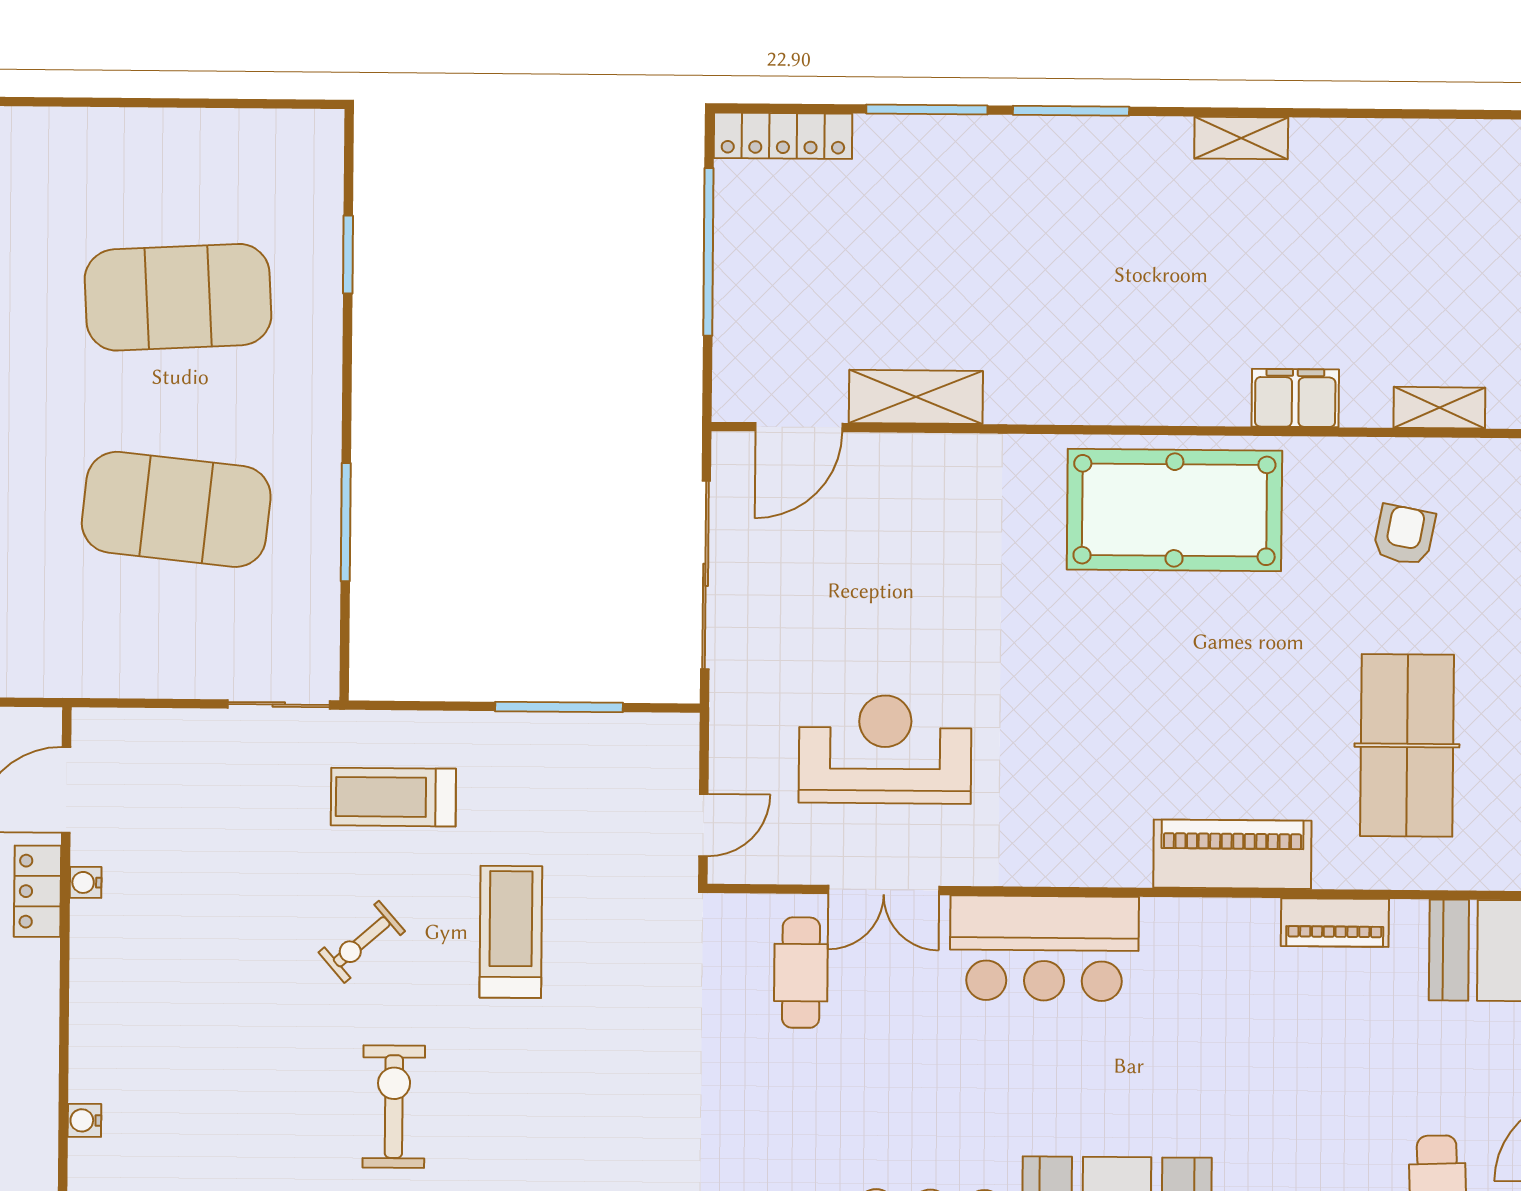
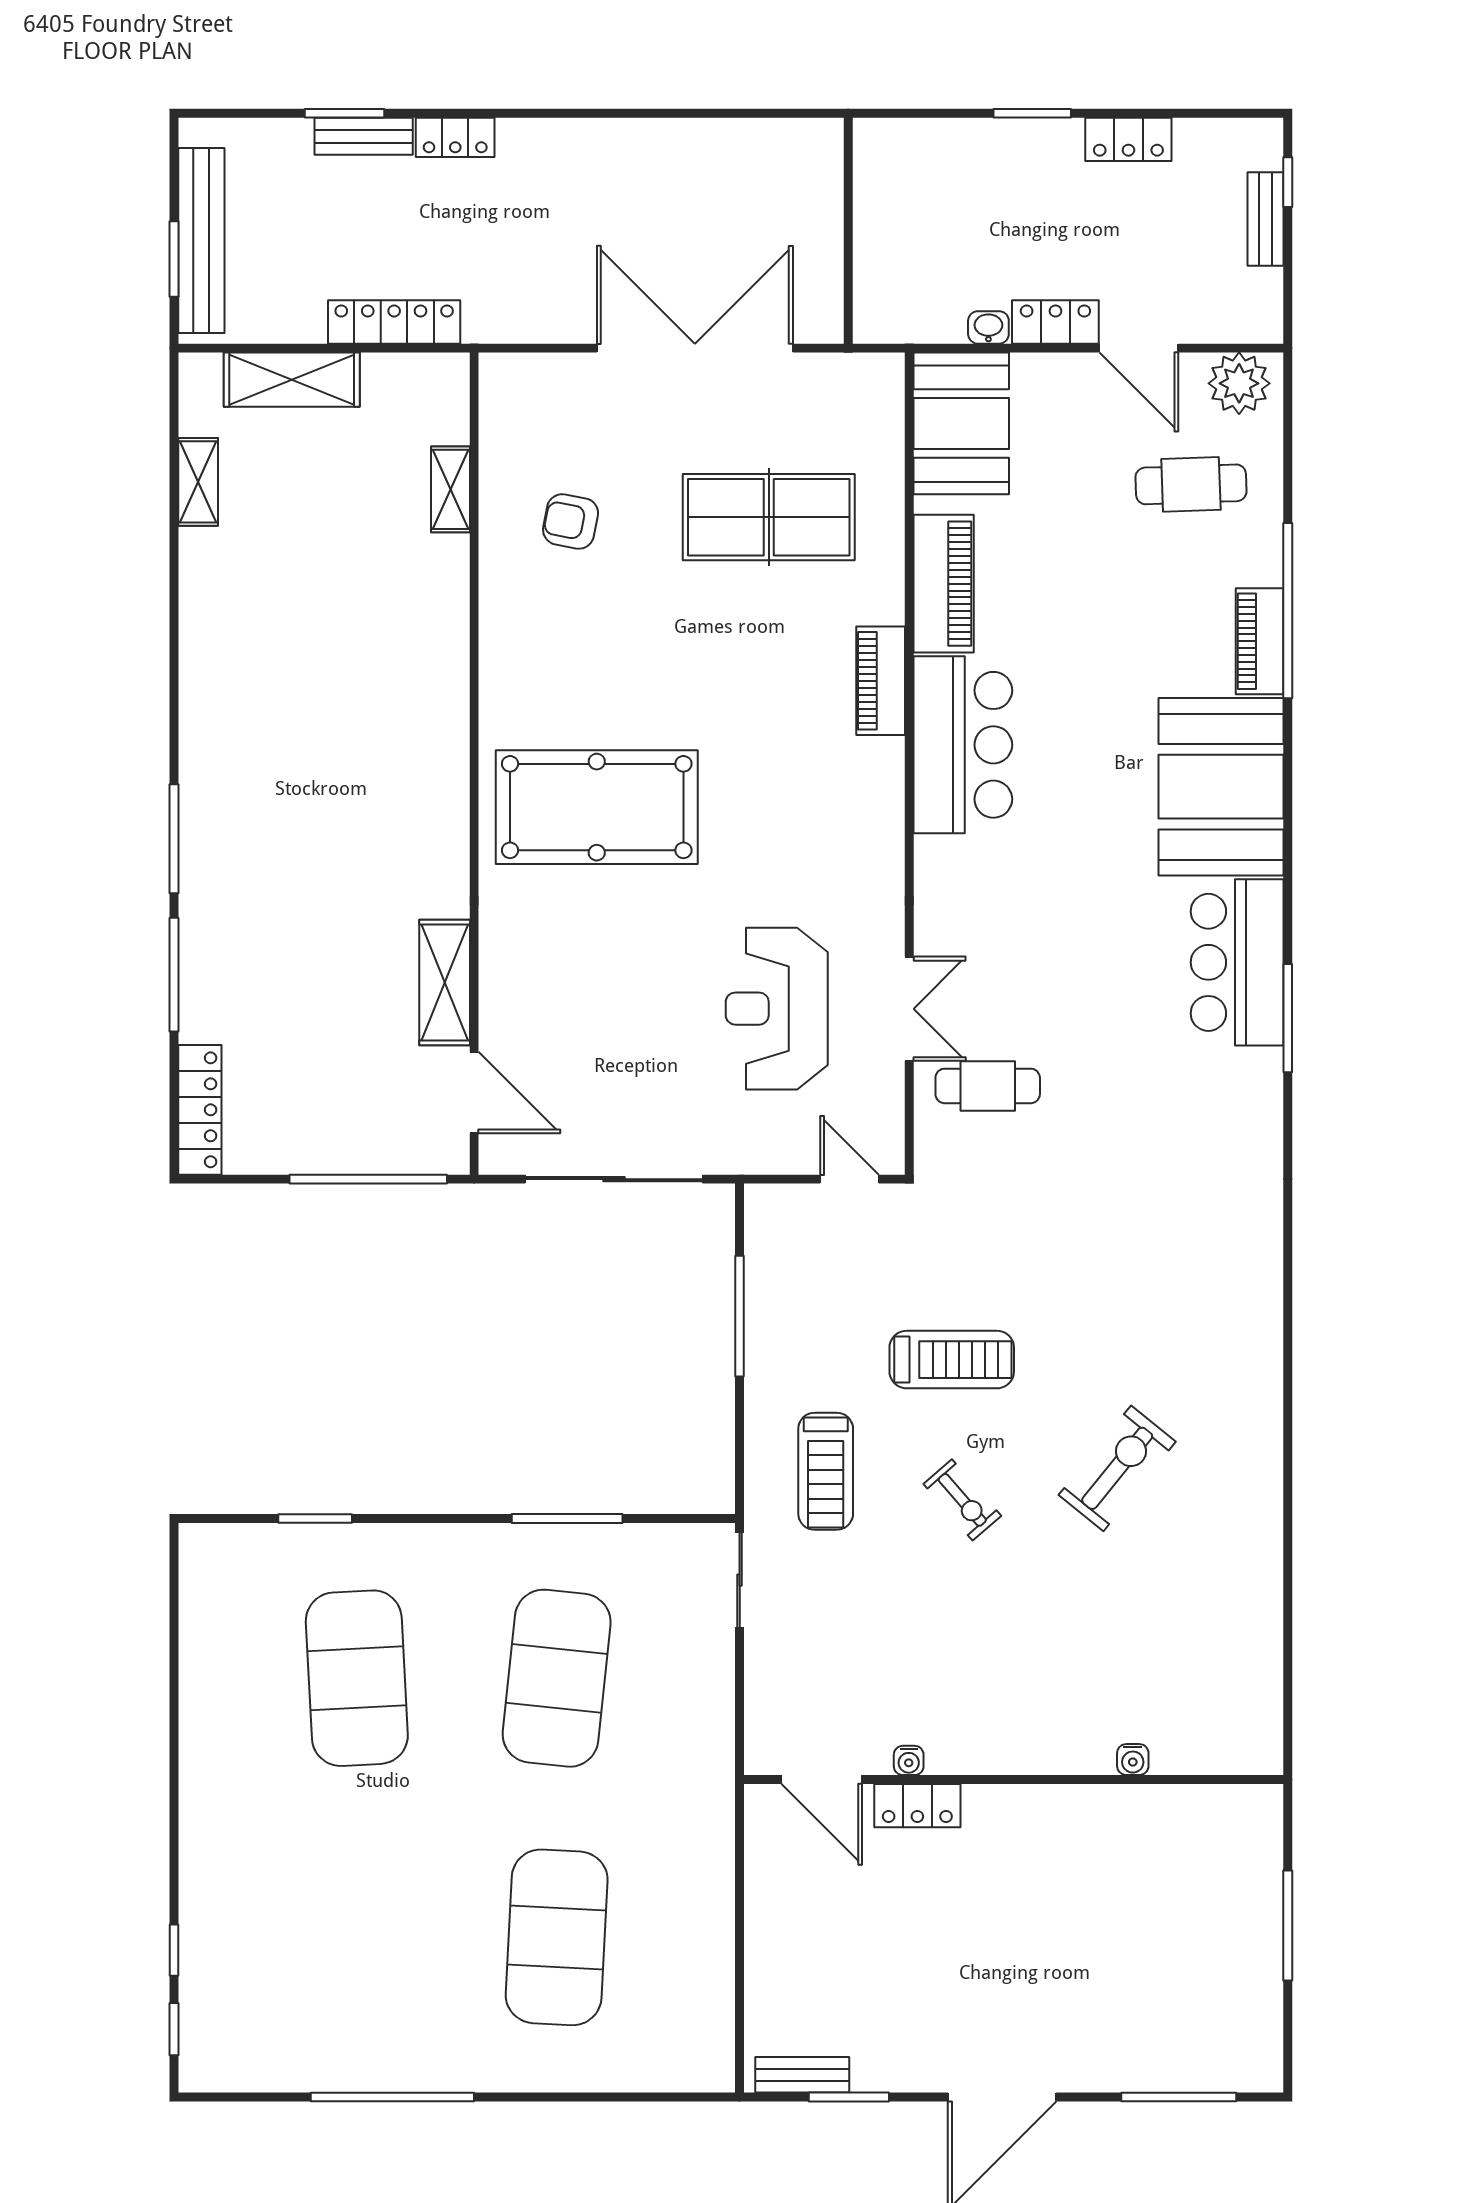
shelving: (1241, 138) -> (198, 482), moved
window: (708, 252) -> (368, 1179), moved
filing cabinet: (1295, 398) -> (443, 625), removed
pool table: (1174, 510) -> (597, 807), moved, turned 90
piano: (1232, 854) -> (881, 681), width x0.73, depth x0.75
piano: (1335, 923) -> (944, 584), width x1.37, depth x1.33
treadmill: (511, 932) -> (952, 1360), turned 180
bar counter: (1044, 948) -> (963, 745), moved
exercise bike: (394, 1107) -> (1117, 1468), turned 129

